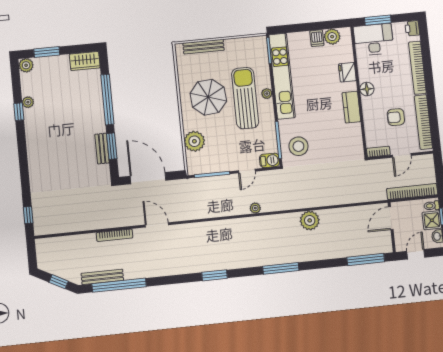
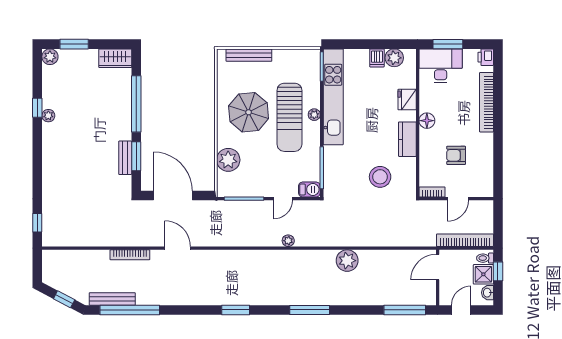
sun lounger: (245, 98) -> (289, 117), turned 180
plant: (28, 102) -> (48, 116), moved
bookcase: (423, 122) -> (486, 164), removed
stool: (298, 146) -> (380, 177), moved

